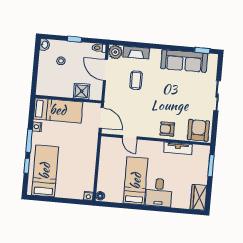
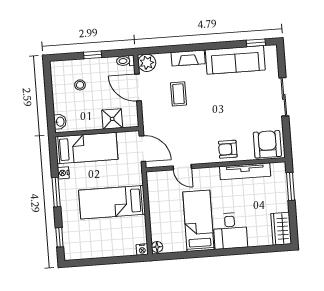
washbasin: (45, 45) -> (60, 122), moved
fireplace: (136, 53) -> (188, 58), moved
tv unit: (178, 148) -> (245, 171), width x1.41
window: (27, 166) -> (59, 237), moved
bed: (45, 171) -> (112, 202), moved, turned -90

